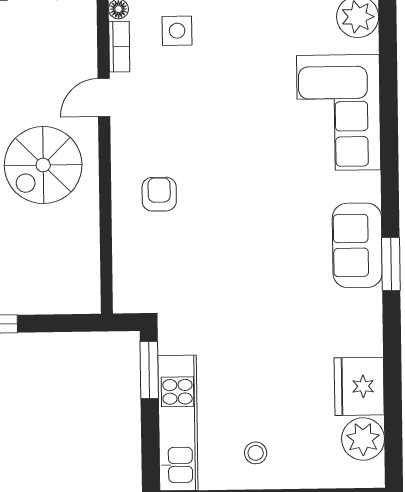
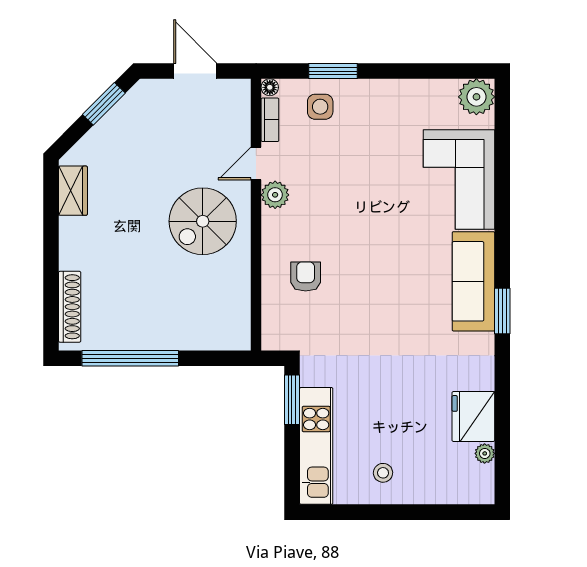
plant: (126, 133) -> (275, 195), added
armchair: (159, 194) -> (306, 277), moved
sofa: (357, 245) -> (473, 281), width x1.36
plant: (363, 439) -> (485, 453), width x0.53, depth x0.53

